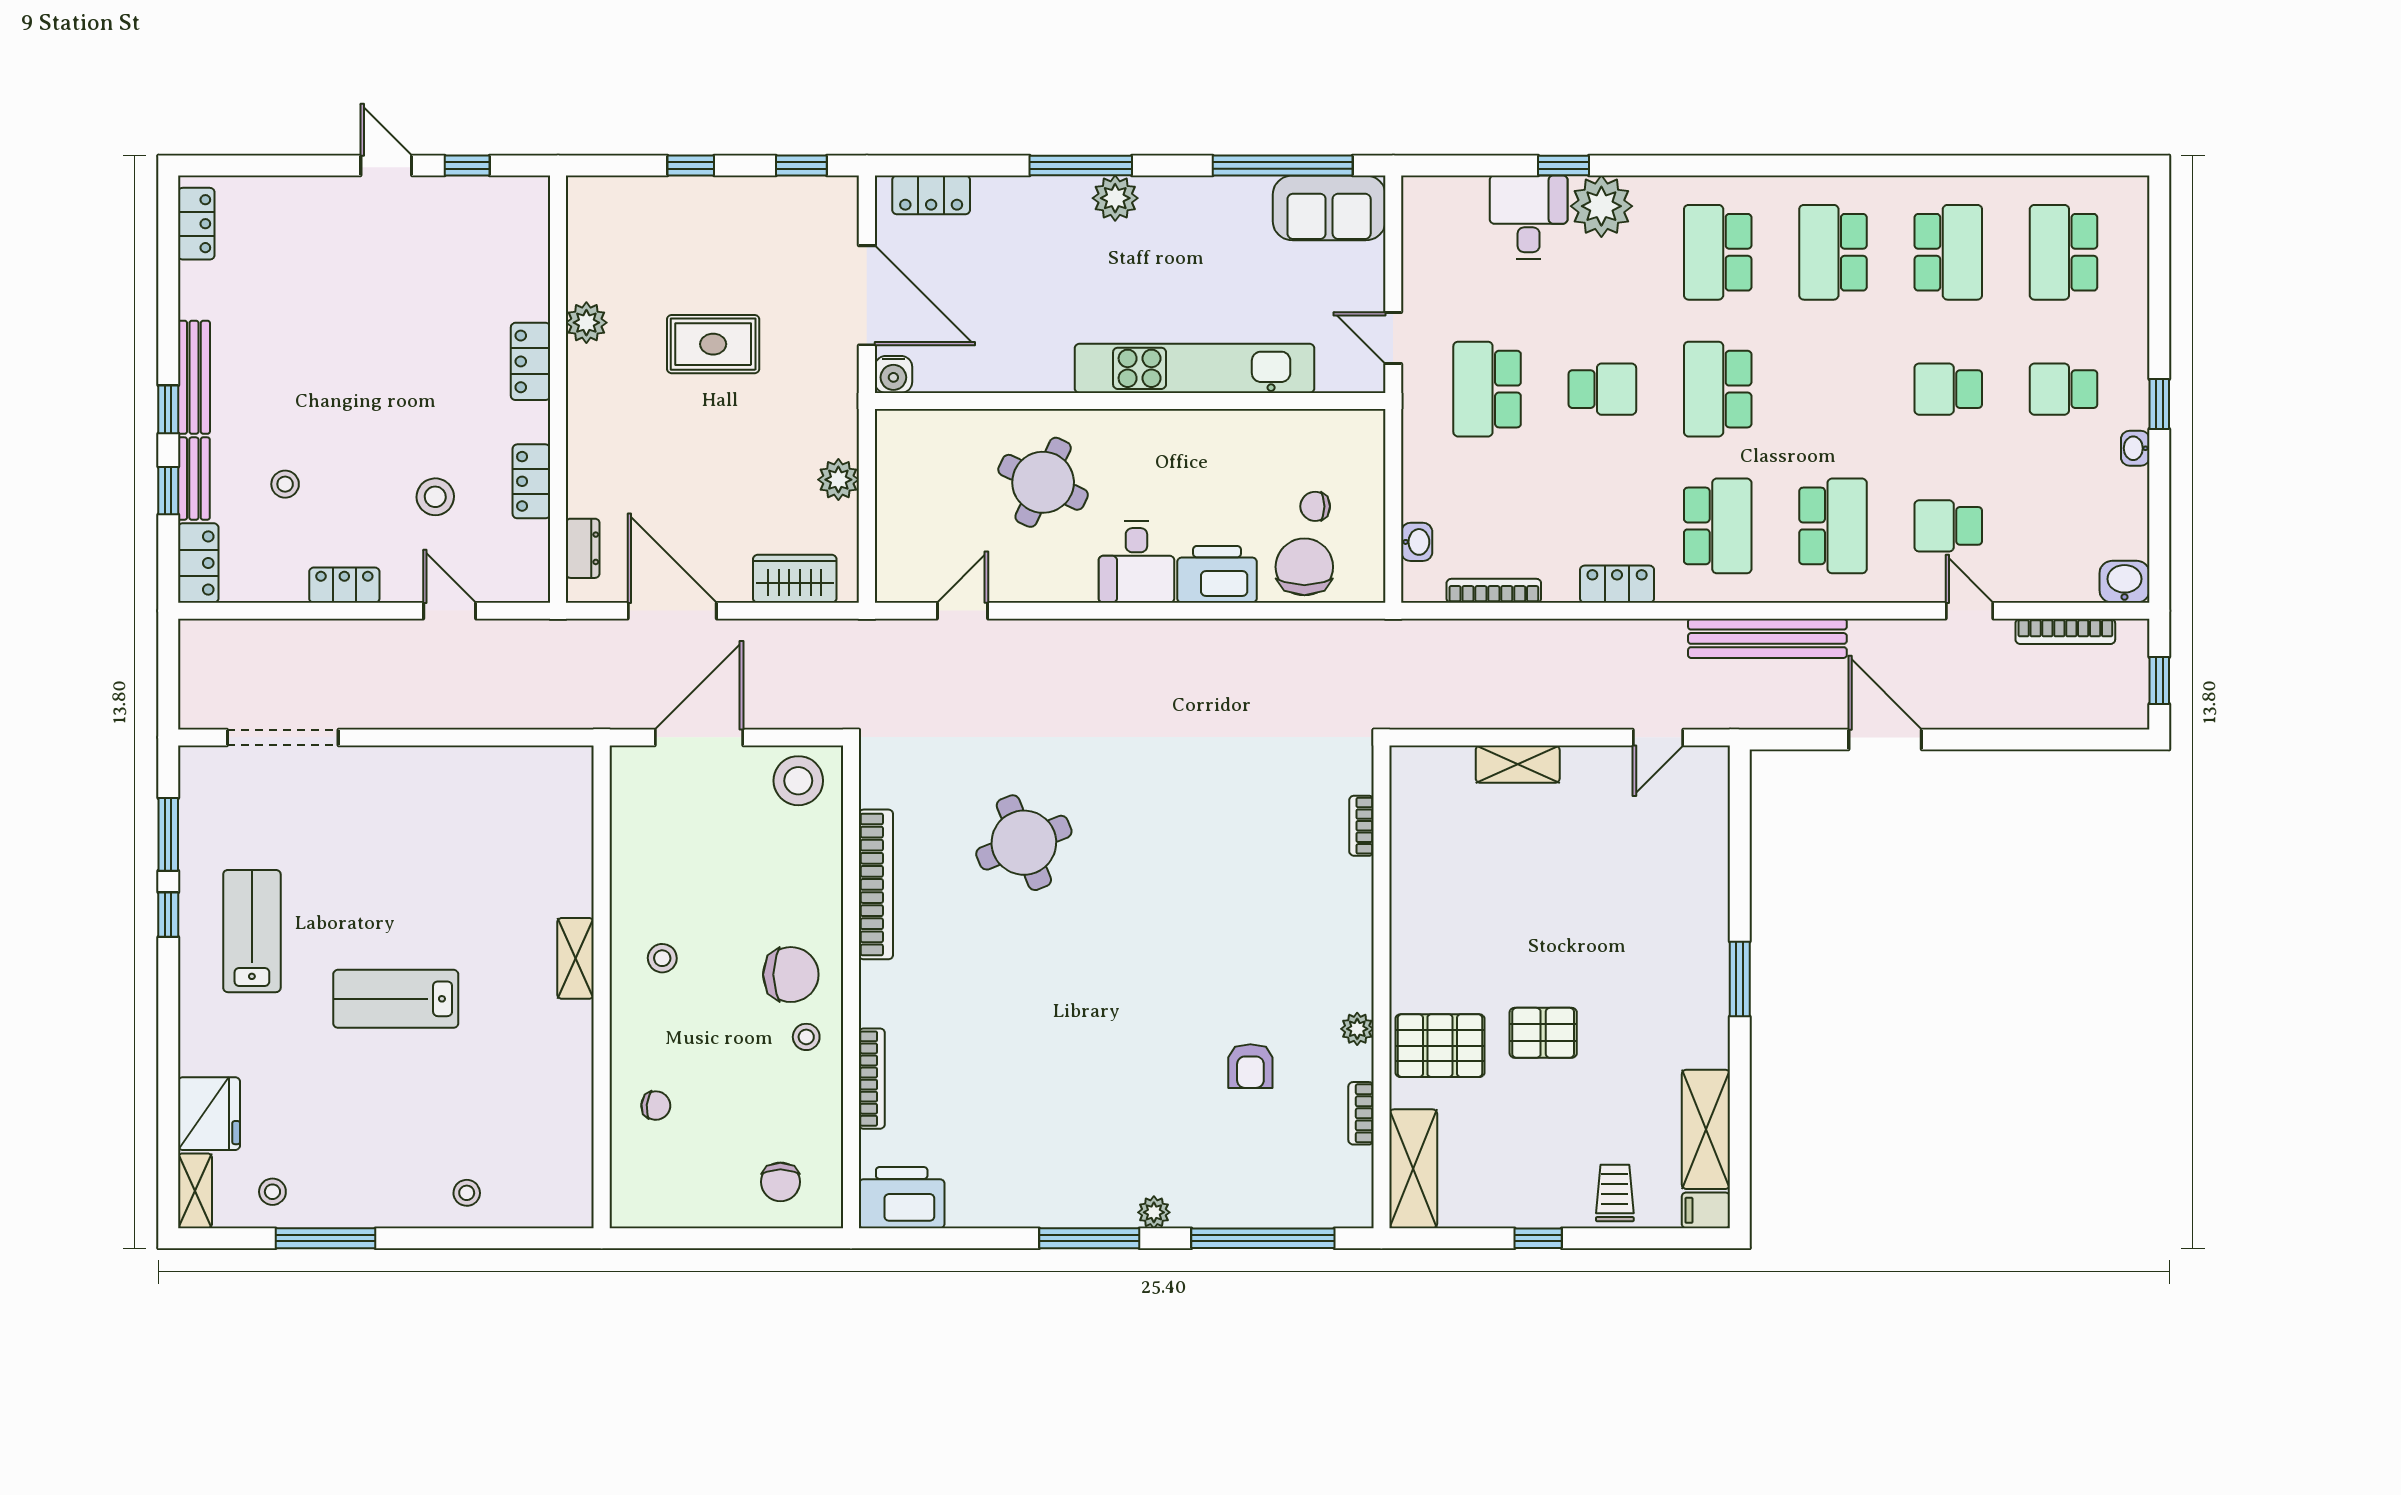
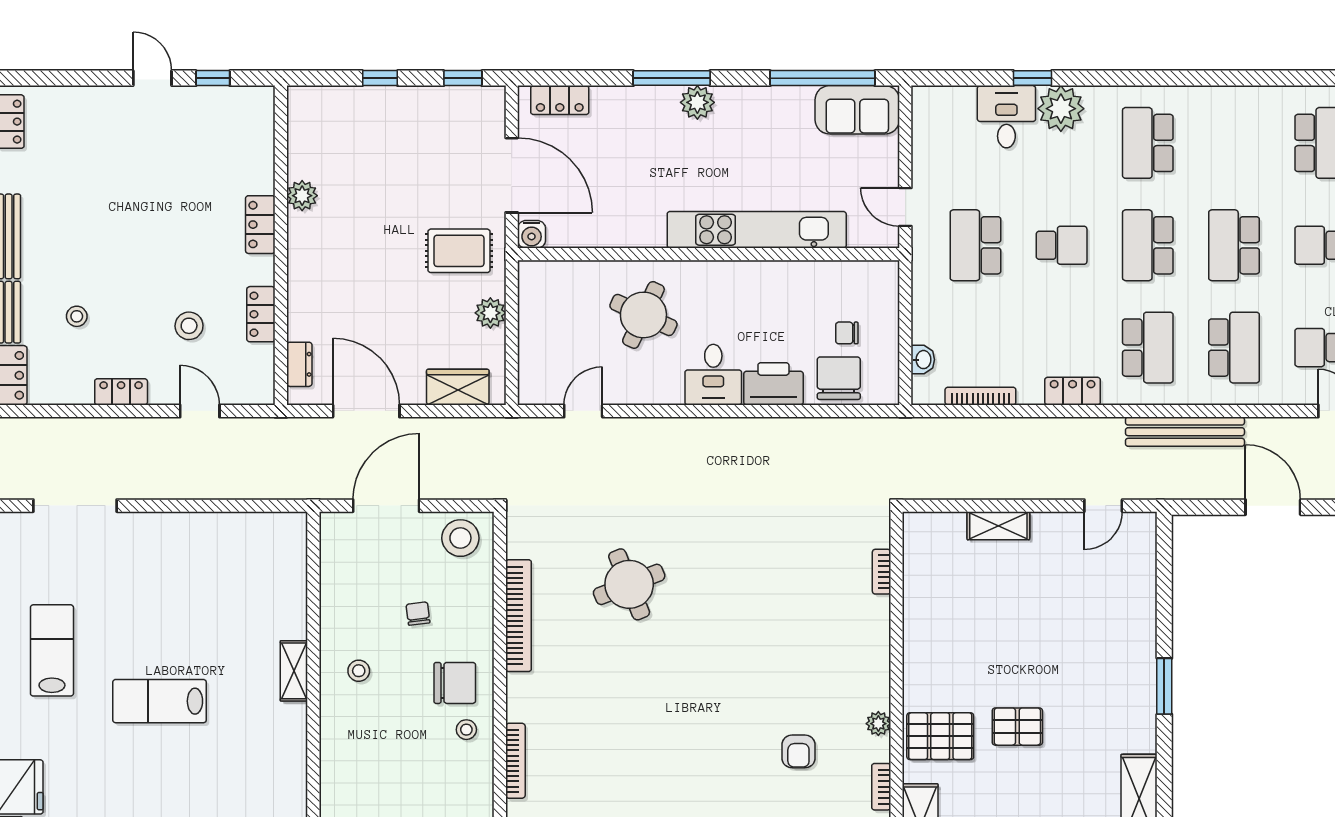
school desk: (1833, 252) -> (1234, 245), moved
rug: (713, 344) -> (459, 251), moved
chair: (656, 1106) -> (418, 614), moved, turned -103

